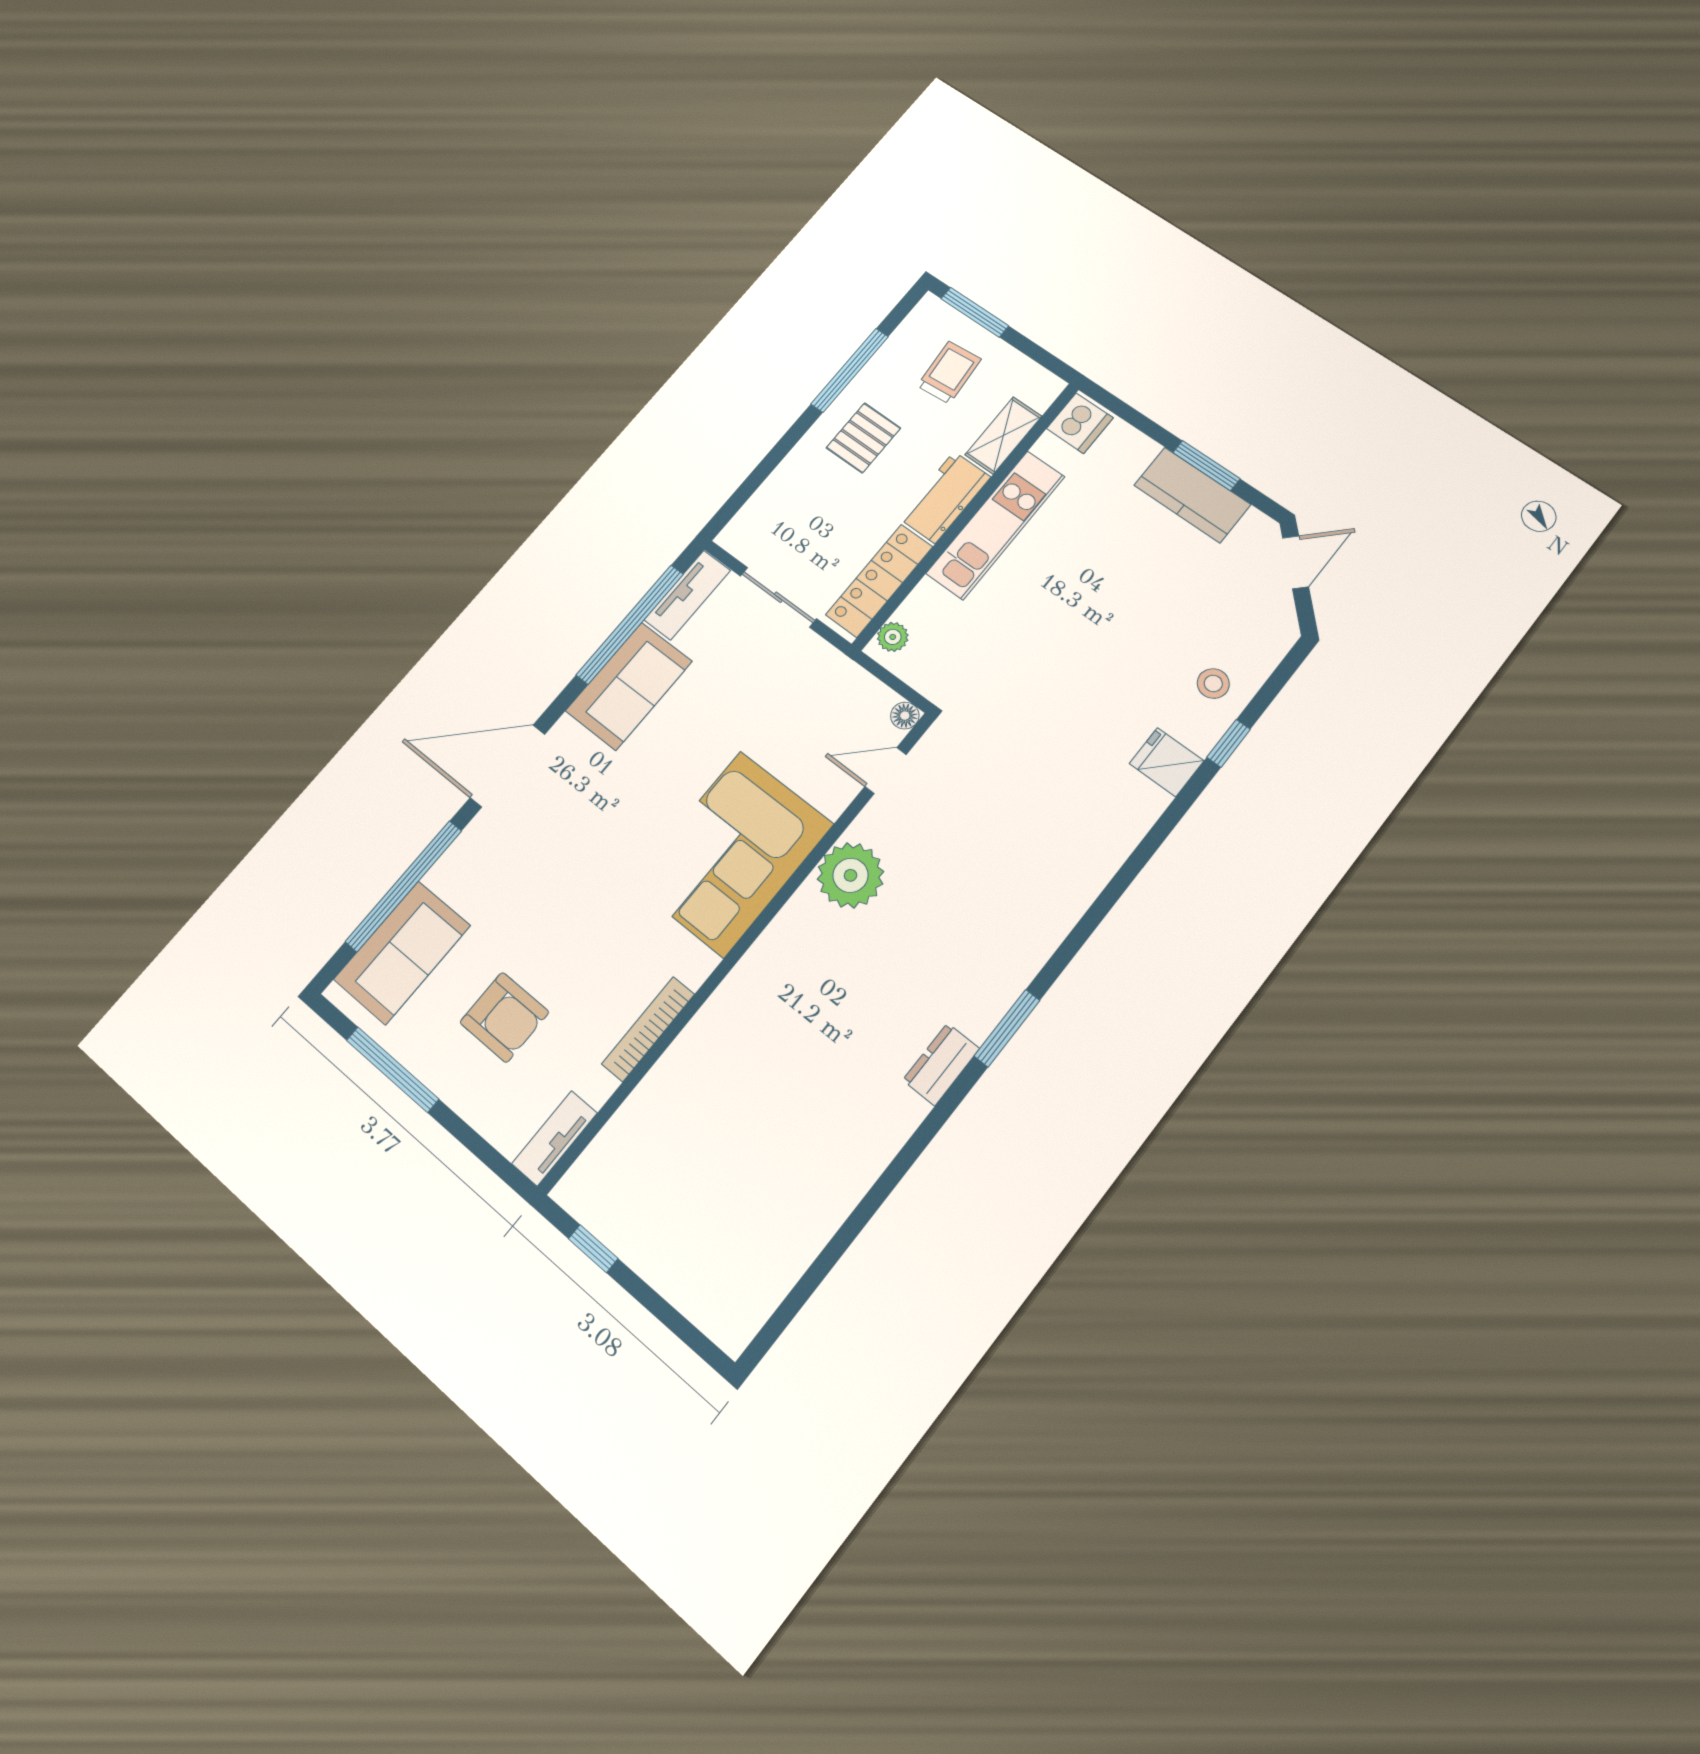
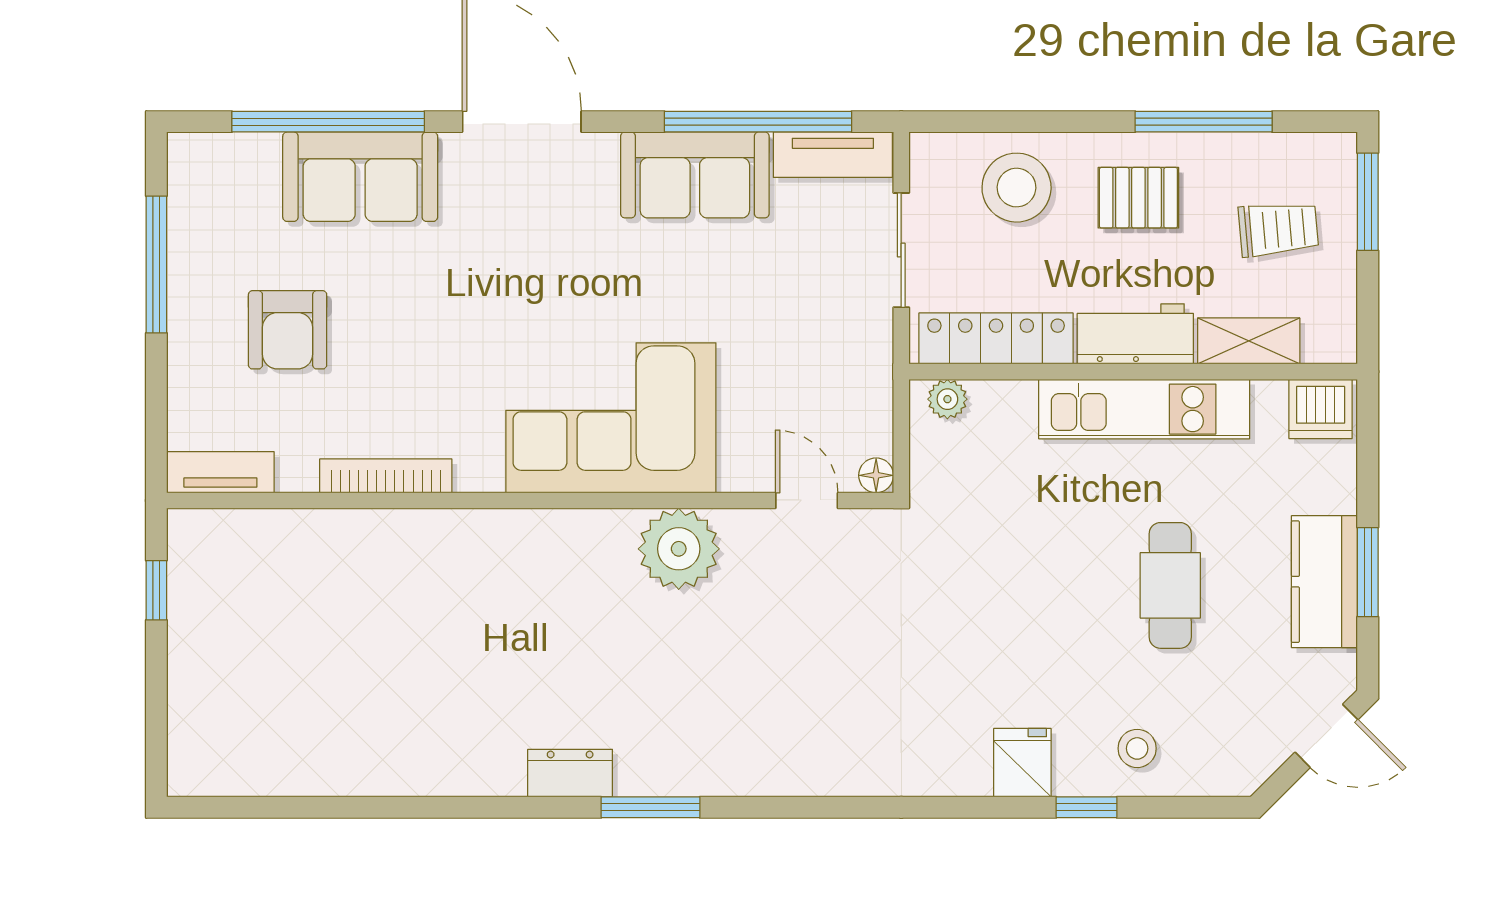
stool: (798, 503) -> (1017, 188), added
cafe table: (1121, 588) -> (1170, 585), added
sofa: (402, 952) -> (360, 177), moved

